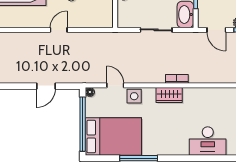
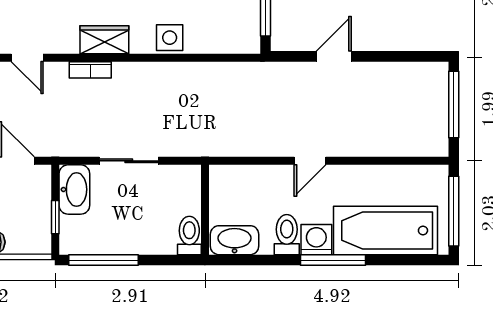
door: (115, 85) -> (27, 58), moved
floor lamp: (90, 92) -> (252, 45), removed

